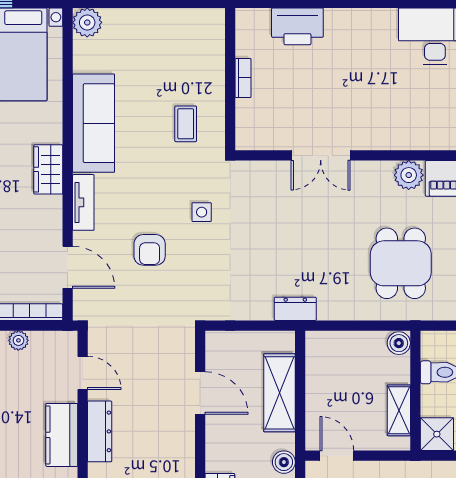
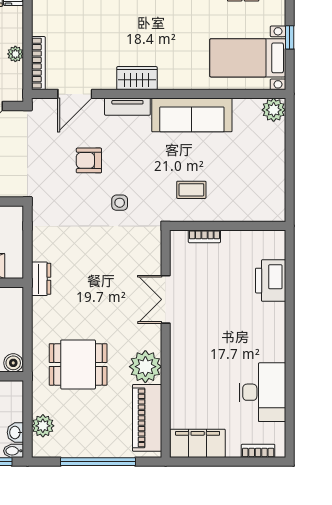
bookcase: (243, 78) -> (204, 236), moved
wardrobe: (48, 169) -> (137, 78), moved
plant: (409, 175) -> (145, 367), width x1.36, depth x1.36

